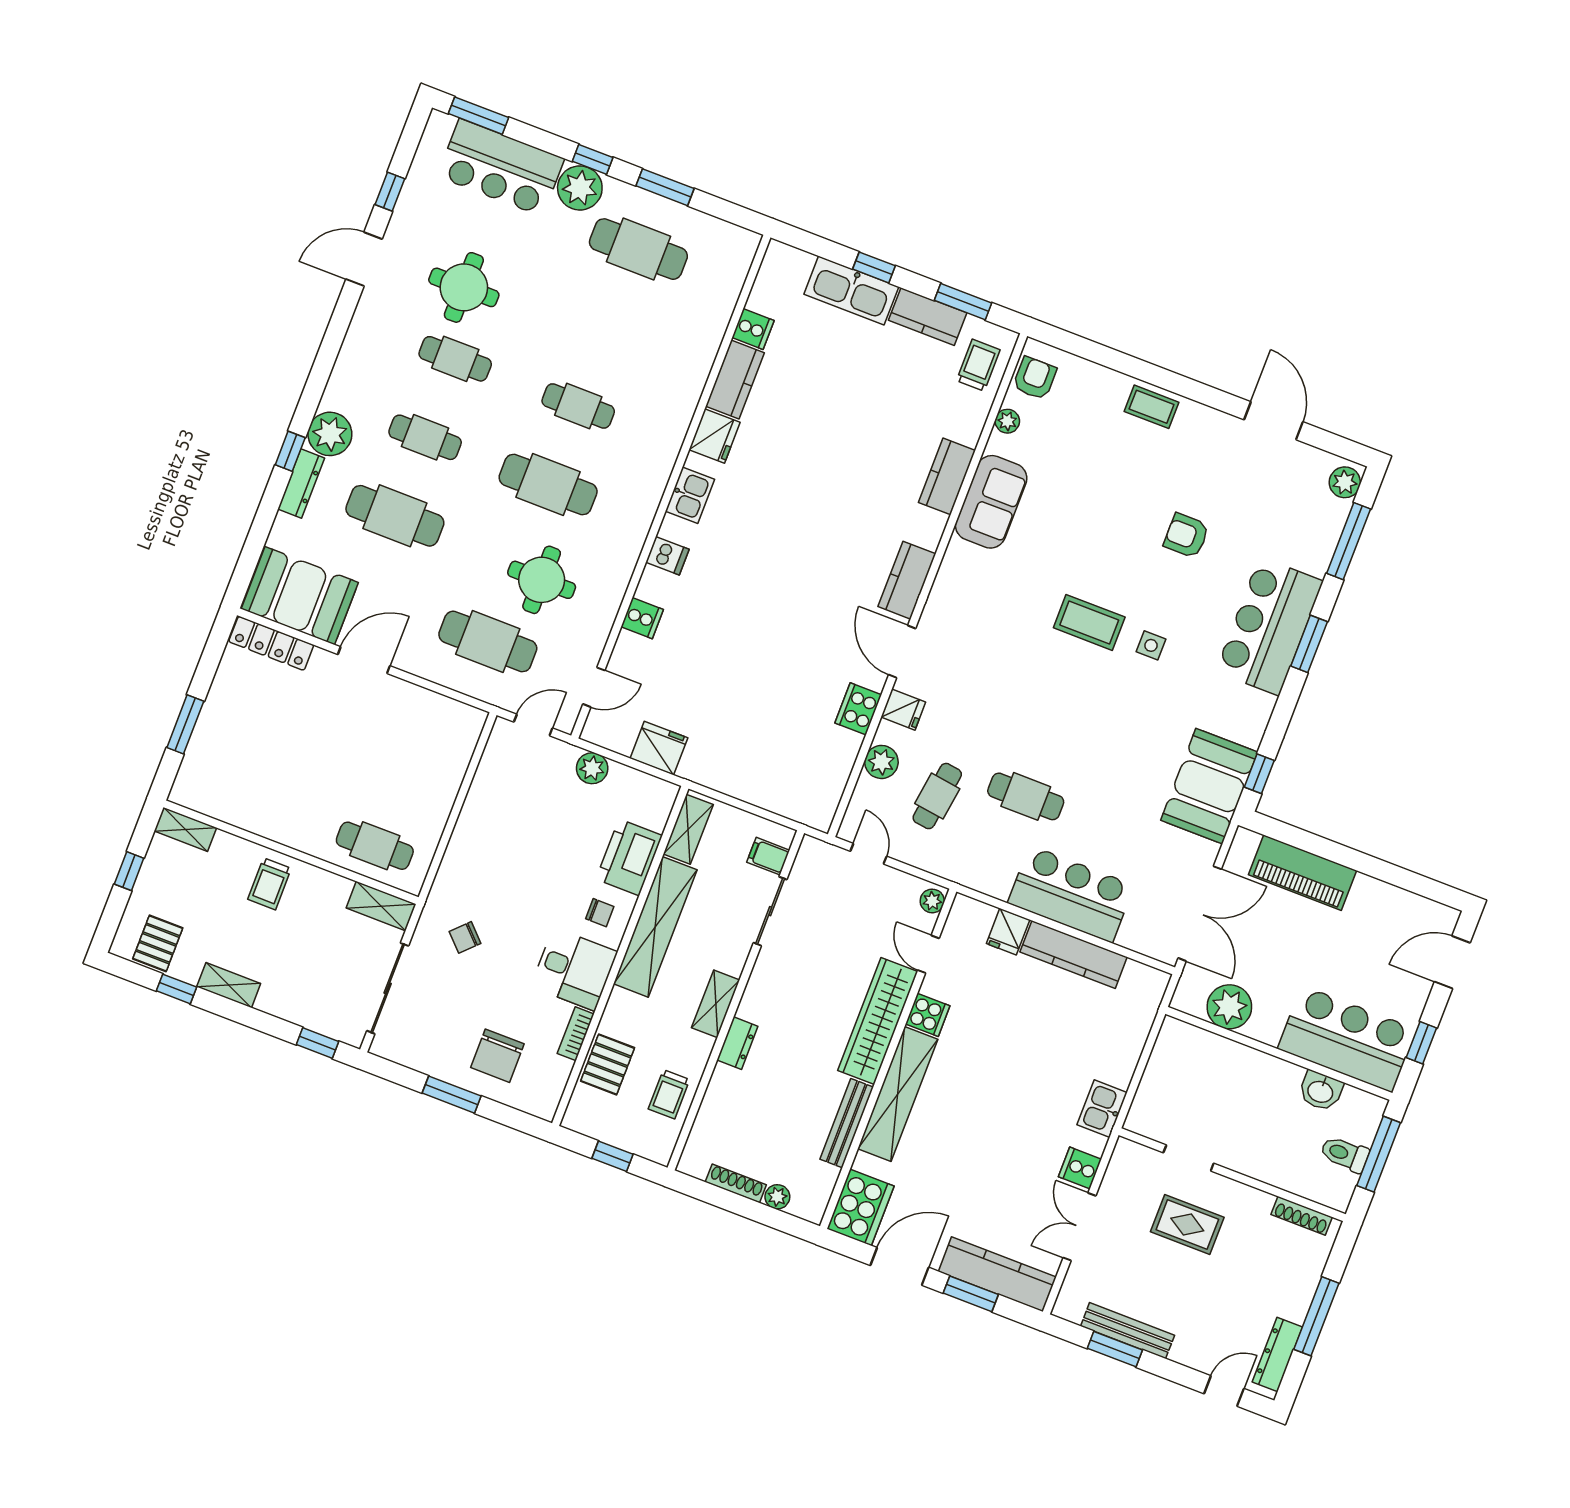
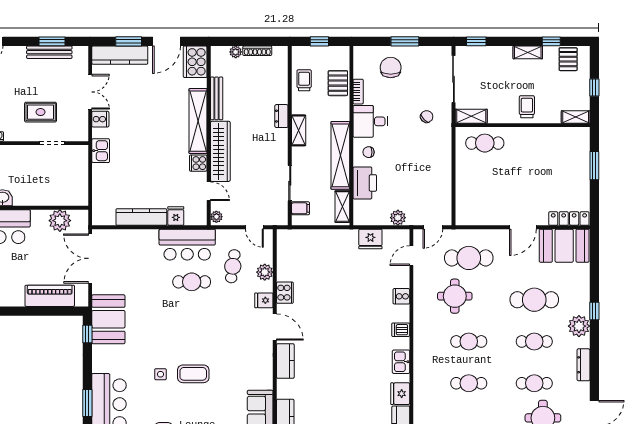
dresser: (301, 483) -> (583, 365), moved
cafe table: (548, 484) -> (469, 341), width x0.73, depth x0.74
bar counter: (1071, 894) -> (187, 245), moved

